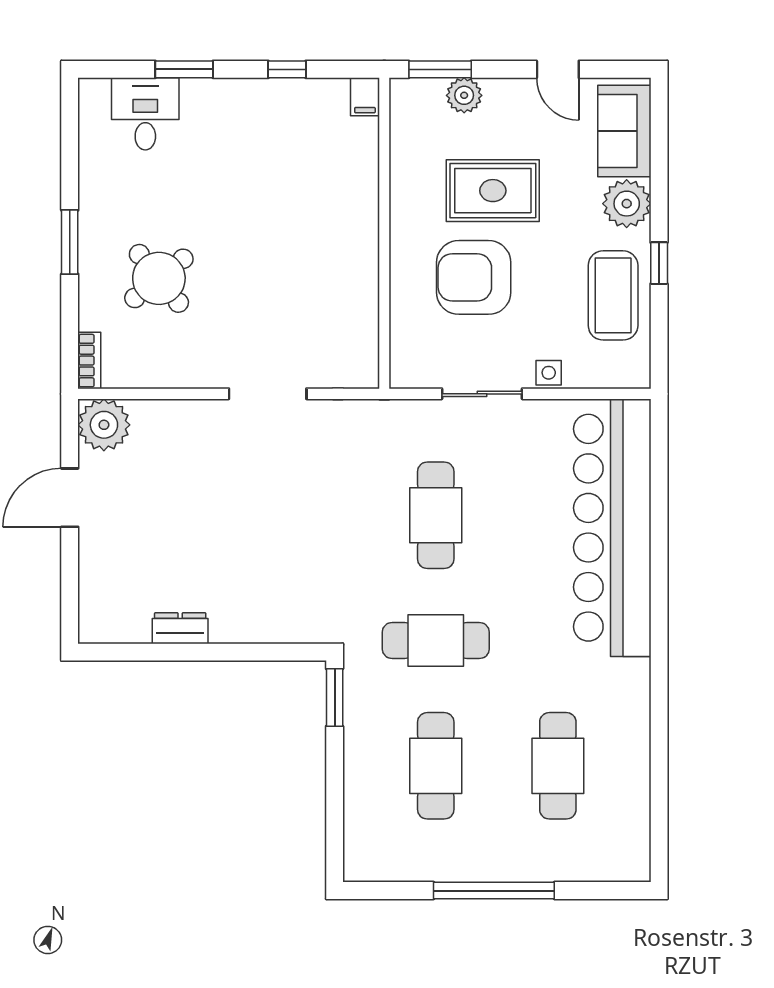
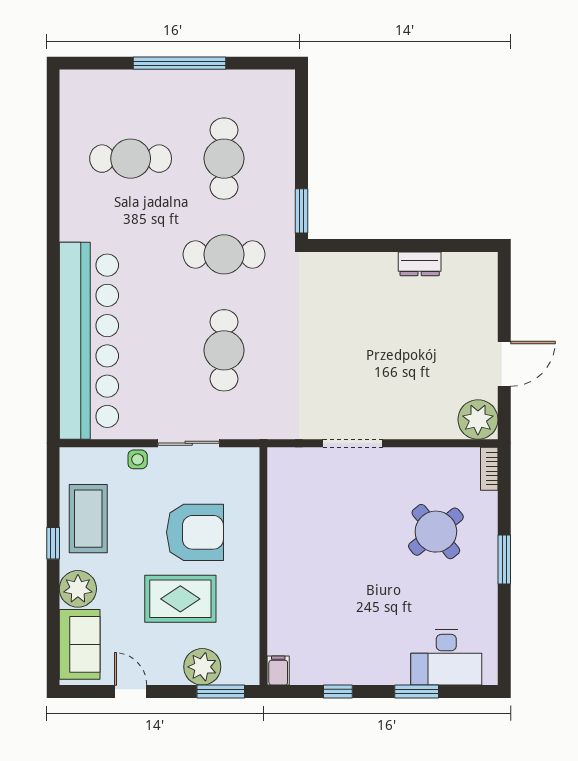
plant: (464, 95) -> (202, 667), width x1.36, depth x1.36
desk: (145, 114) -> (446, 658), width x1.37
cafe table: (558, 766) -> (131, 159), turned 90

